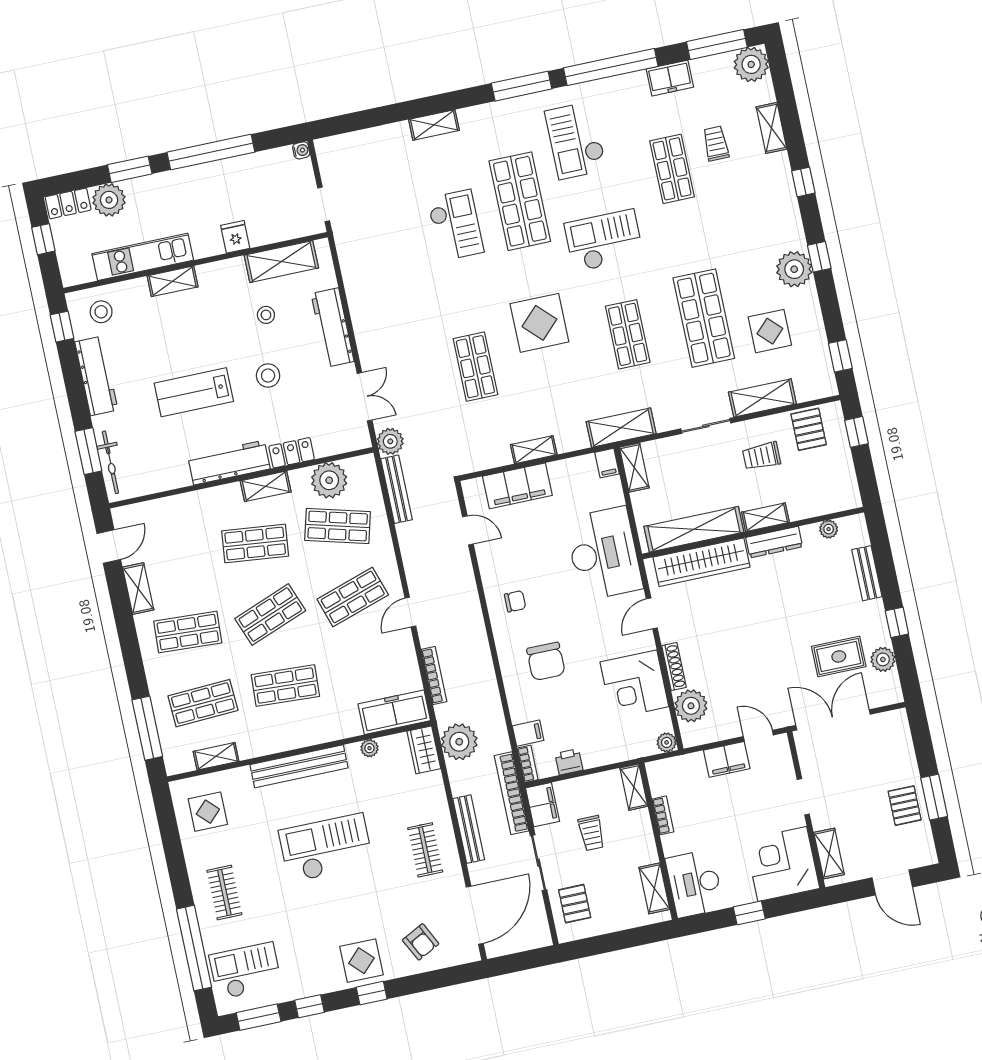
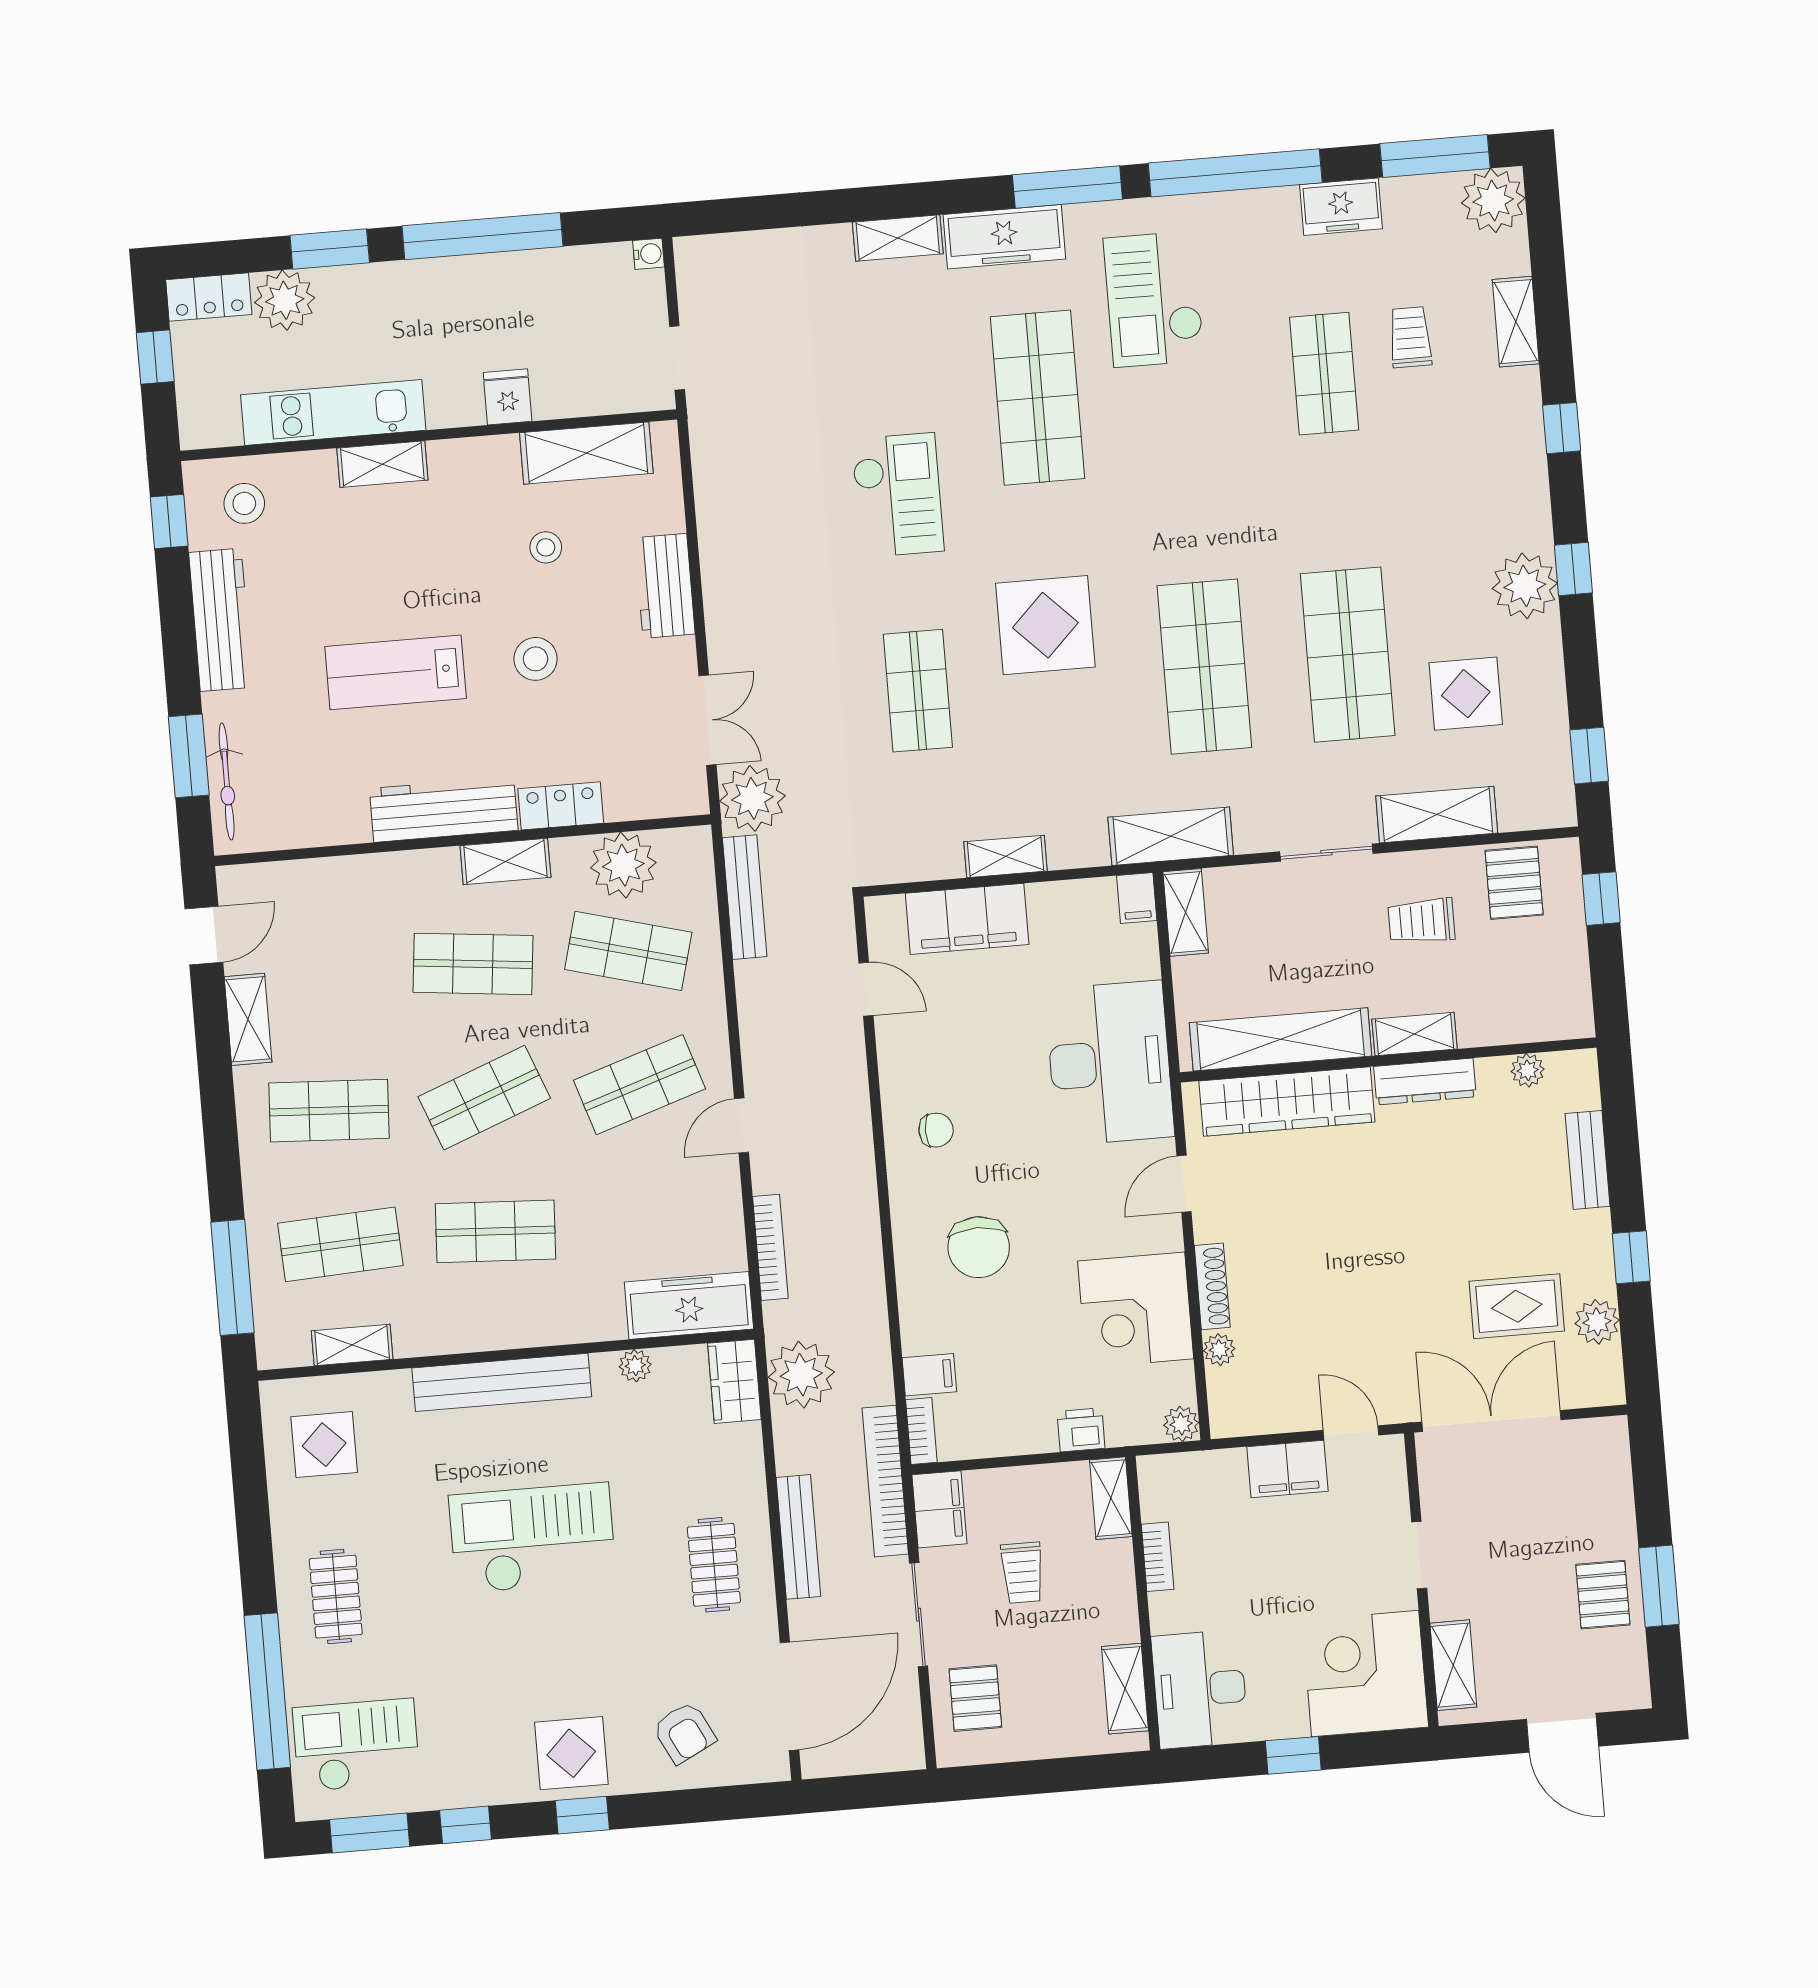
freezer: (491, 117) -> (1004, 237), added
checkout: (455, 225) -> (897, 495), moved
checkout: (604, 241) -> (1183, 489), removed
workbench: (332, 327) -> (665, 586), width x0.73
shop shelf: (628, 334) -> (1204, 667), width x1.43, depth x1.36
plant: (390, 441) -> (752, 798), width x1.36, depth x1.36
plant: (691, 706) -> (1219, 1350), width x0.53, depth x0.53
printer: (569, 762) -> (1081, 1430), moved

